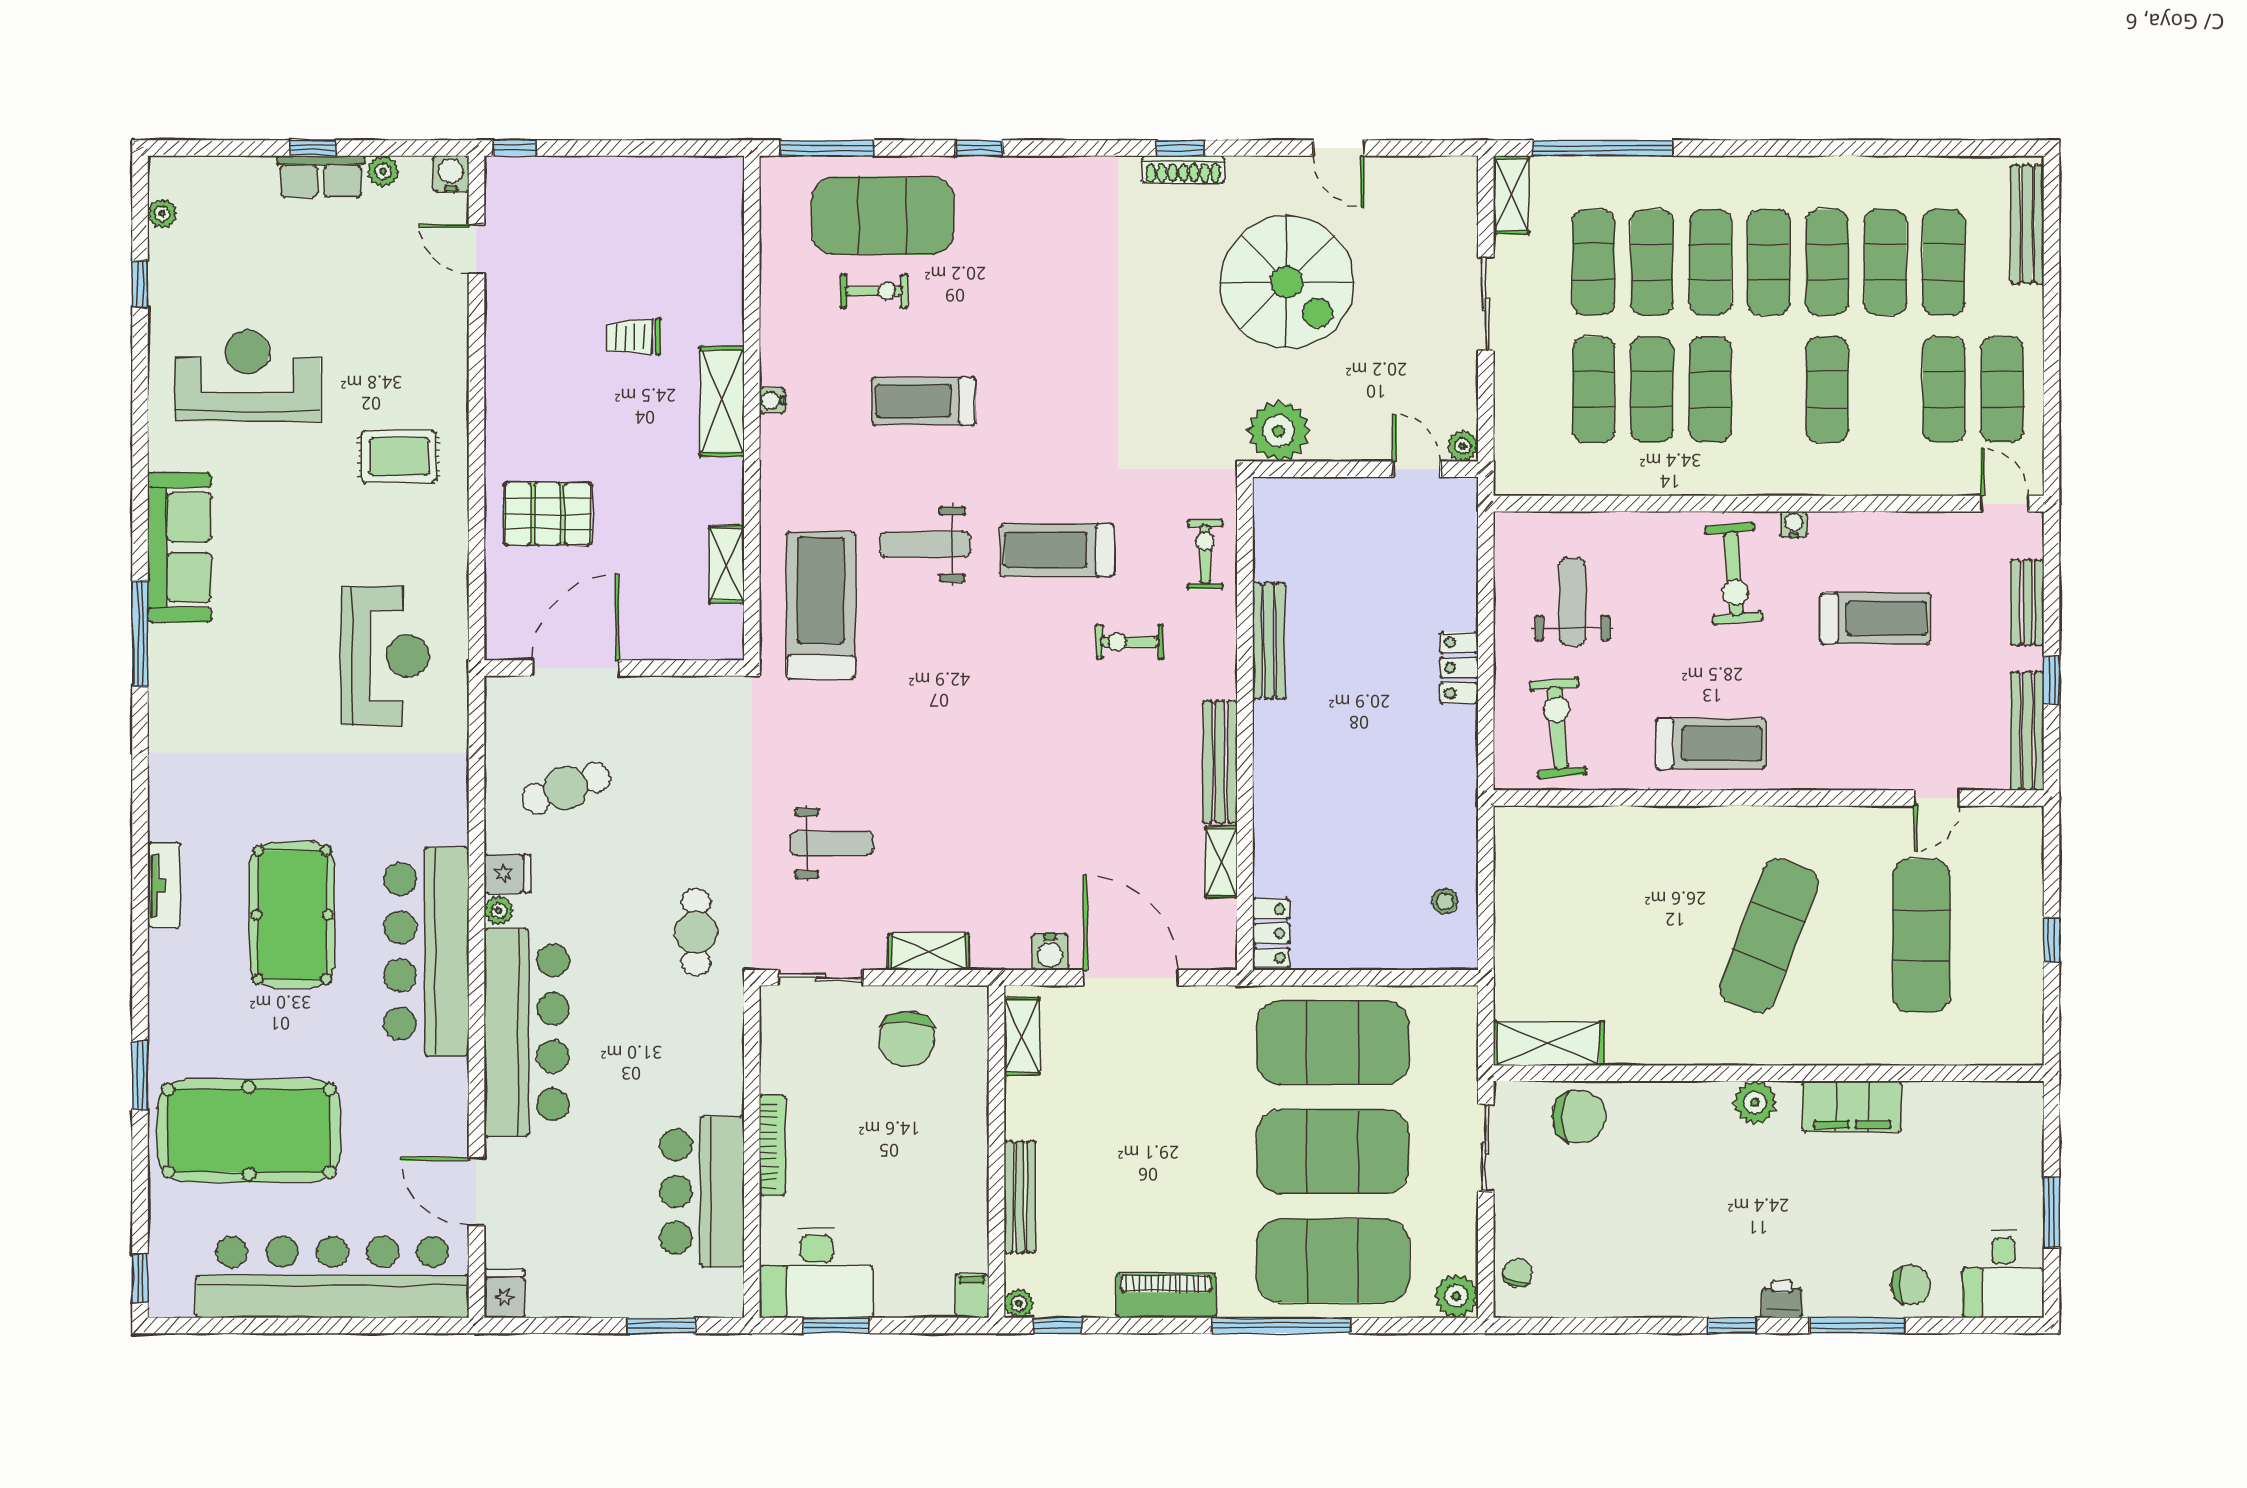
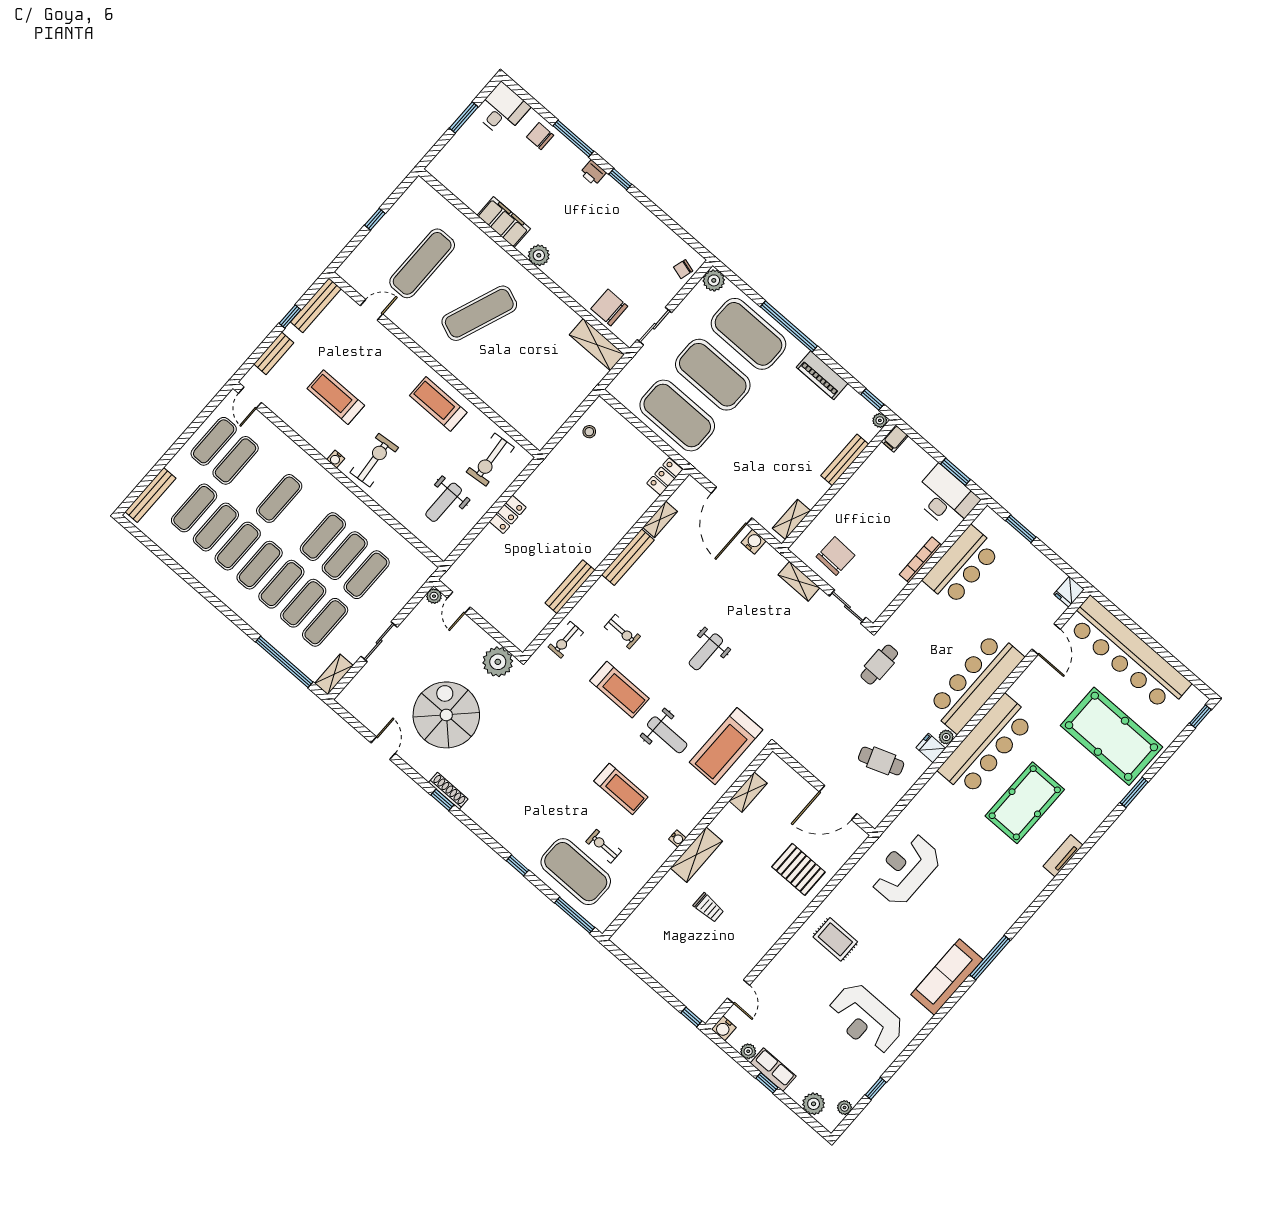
plant: (214, 178) -> (814, 1104), added
weight bench: (832, 843) -> (706, 652), moved, turned -90

